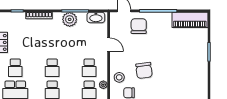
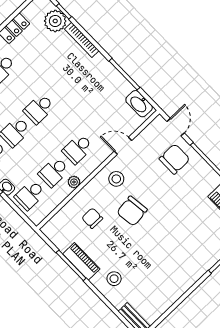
plant: (70, 19) -> (55, 21), moved
door: (109, 45) -> (123, 146), swing flipped
stool: (119, 77) -> (116, 179), moved

